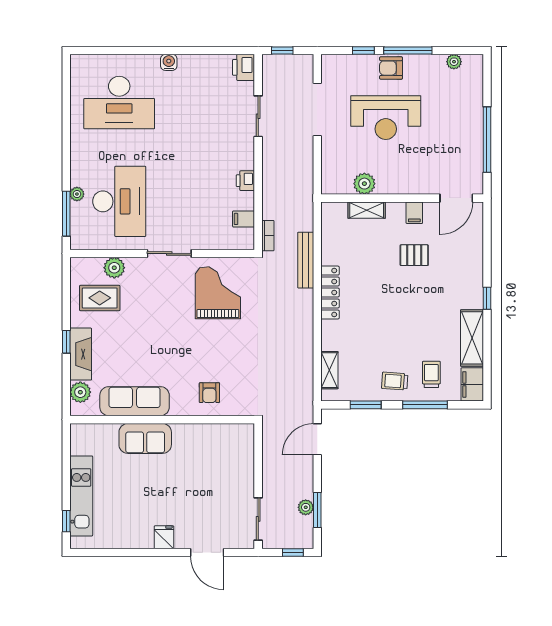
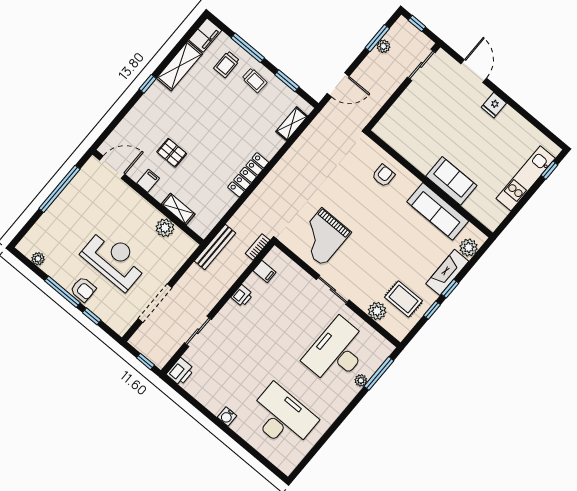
bench: (306, 260) -> (215, 247), moved
window: (66, 309) -> (432, 310), added

